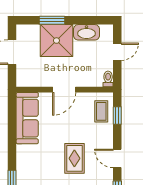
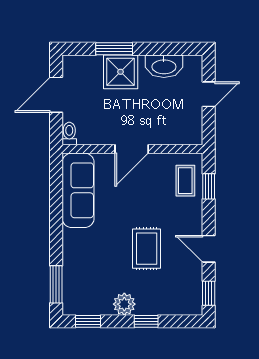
shower: (56, 41) -> (121, 72), width x0.73, depth x0.73
toilet: (108, 79) -> (69, 134), moved

